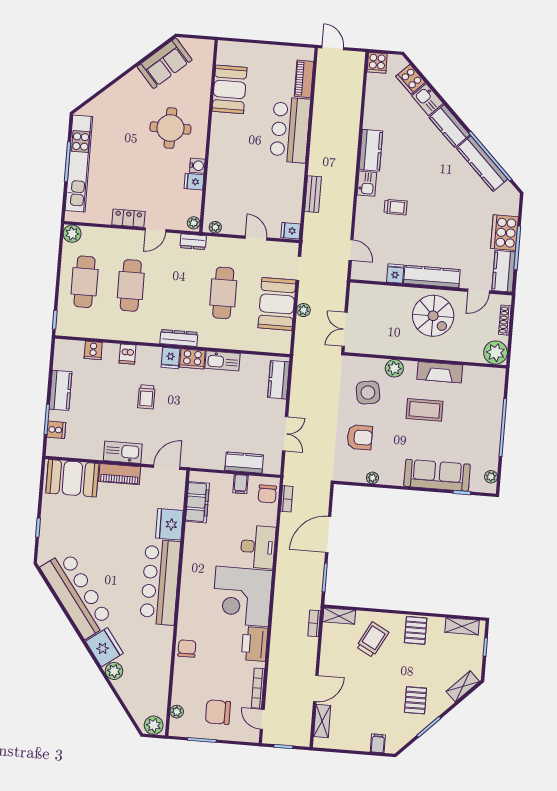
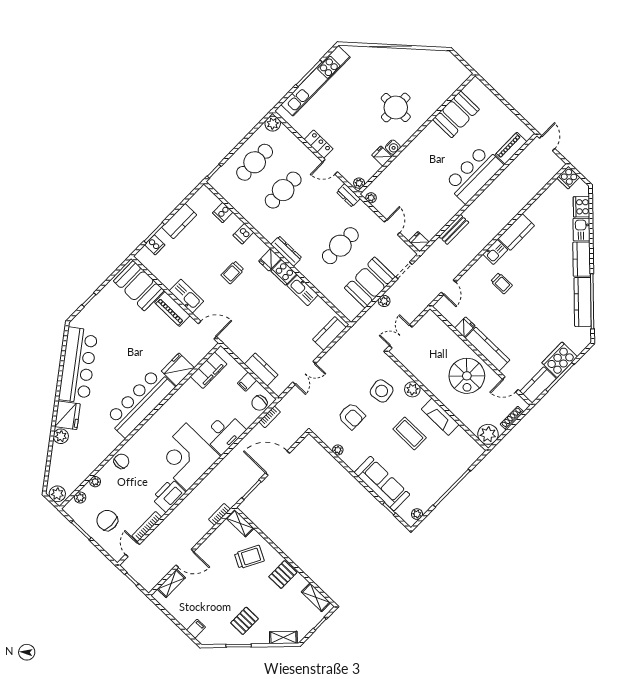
sofa: (165, 63) -> (427, 61), removed
plant: (178, 686) -> (95, 482), added

